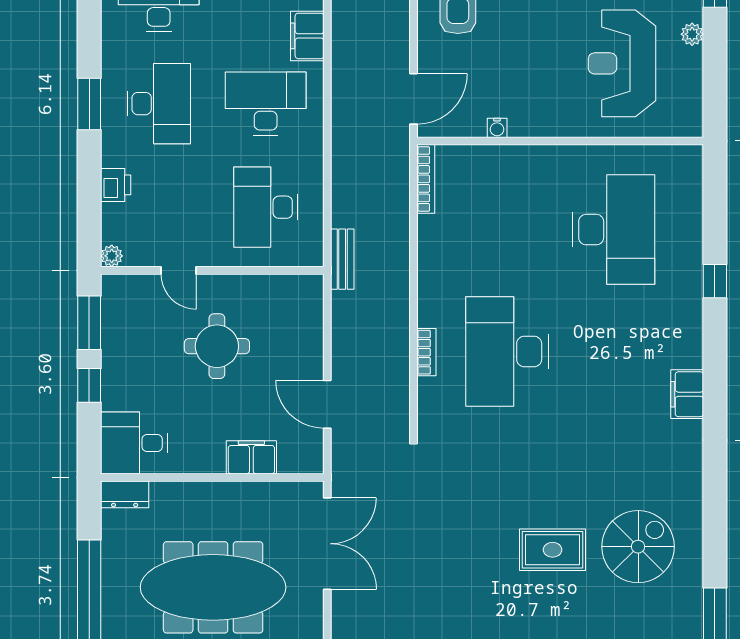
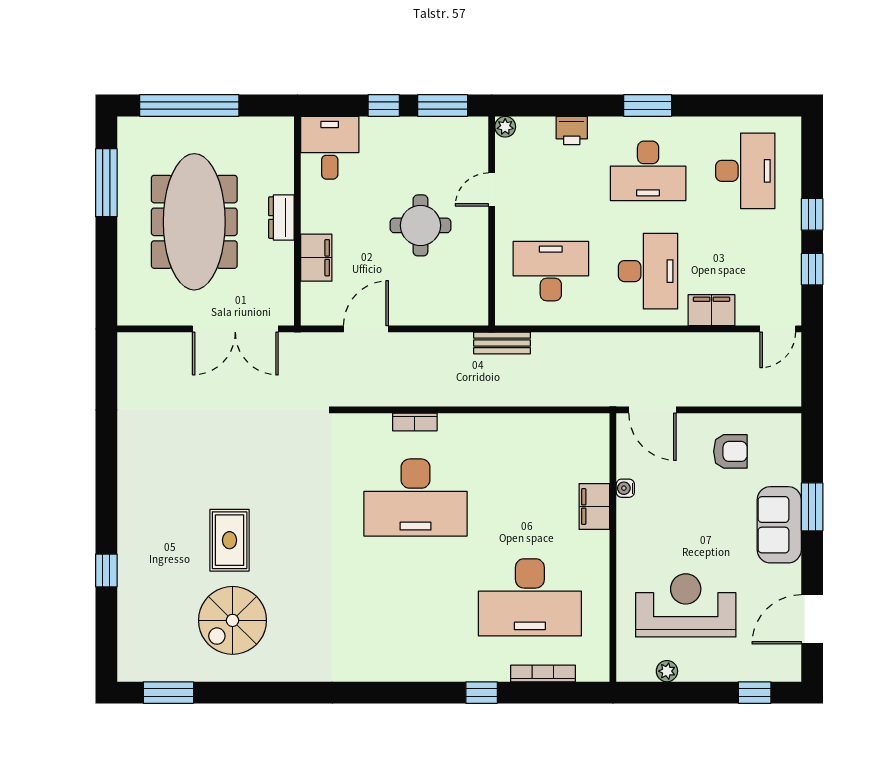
plant: (692, 34) -> (667, 671), moved
bookcase: (426, 179) -> (543, 673), moved, turned 180
desk: (507, 351) -> (416, 497), turned 180
filing cabinet: (687, 394) -> (594, 507), moved, turned -90
dresser: (125, 494) -> (281, 218), moved
spiral stairs: (638, 547) -> (232, 620), turned 90

